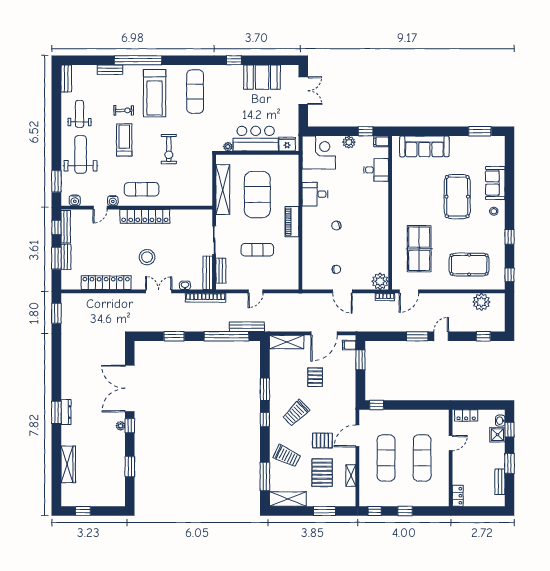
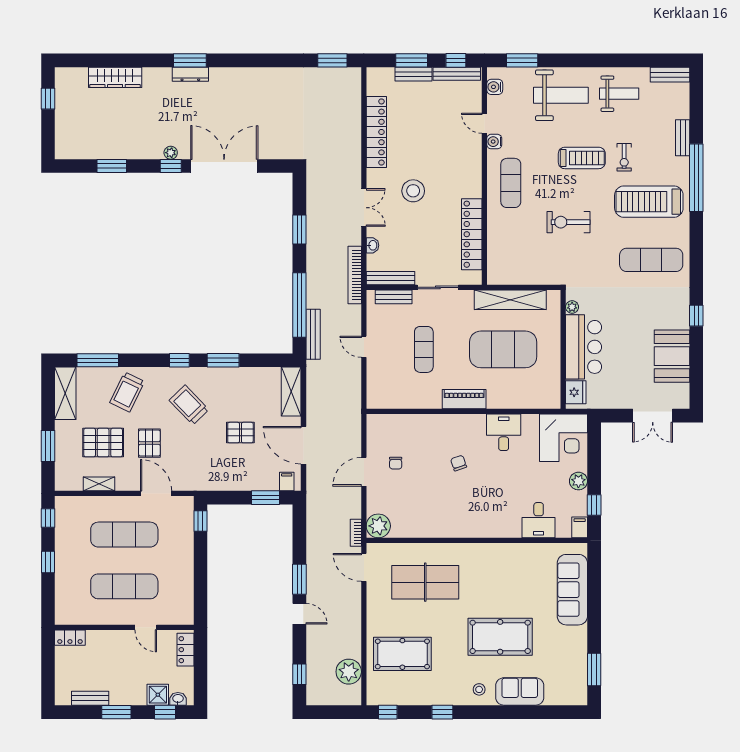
locker: (145, 216) -> (472, 234), moved
pool table: (469, 265) -> (402, 654), turned 90

